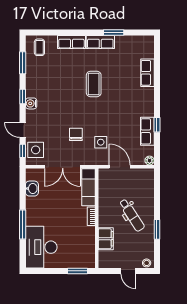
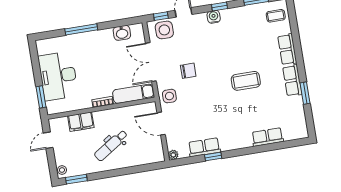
side table: (101, 142) -> (169, 96), moved
door: (120, 167) -> (161, 124), swing flipped
window: (157, 229) -> (76, 179), moved
desk: (41, 247) -> (58, 76), moved, turned -90
door: (128, 271) -> (48, 140), moved

